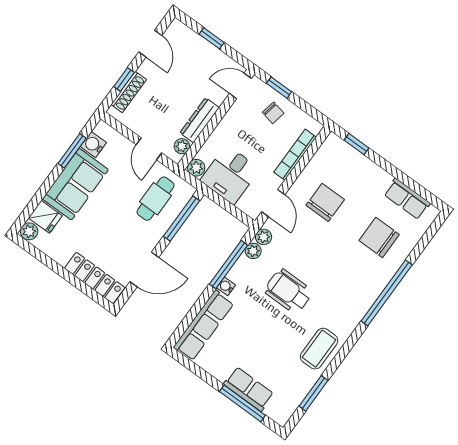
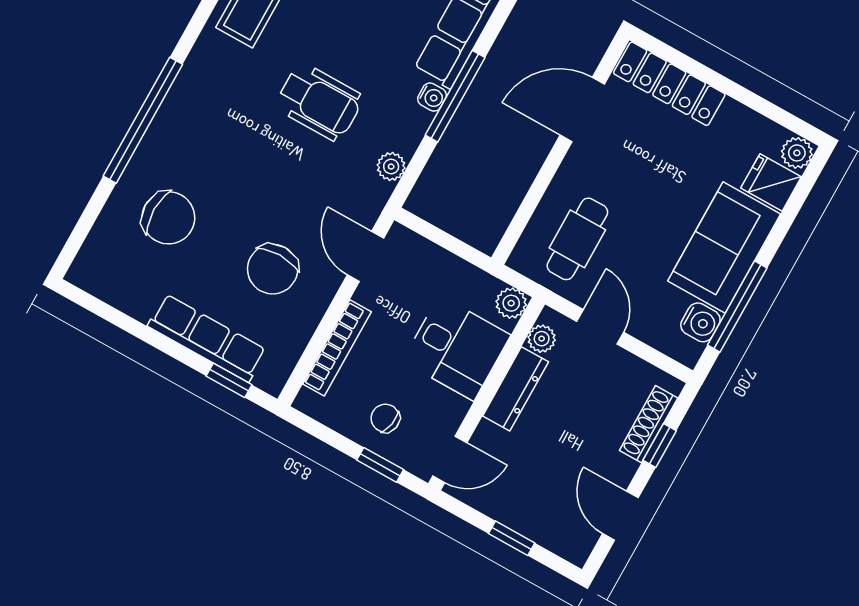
window: (72, 151) -> (737, 307), width x1.44
desk: (230, 175) -> (456, 348), moved, turned 90
row of seats: (407, 199) -> (207, 338), moved, width x1.48
window: (181, 218) -> (527, 209), removed
plant: (264, 237) -> (376, 194), removed
window: (228, 265) -> (455, 96), moved

